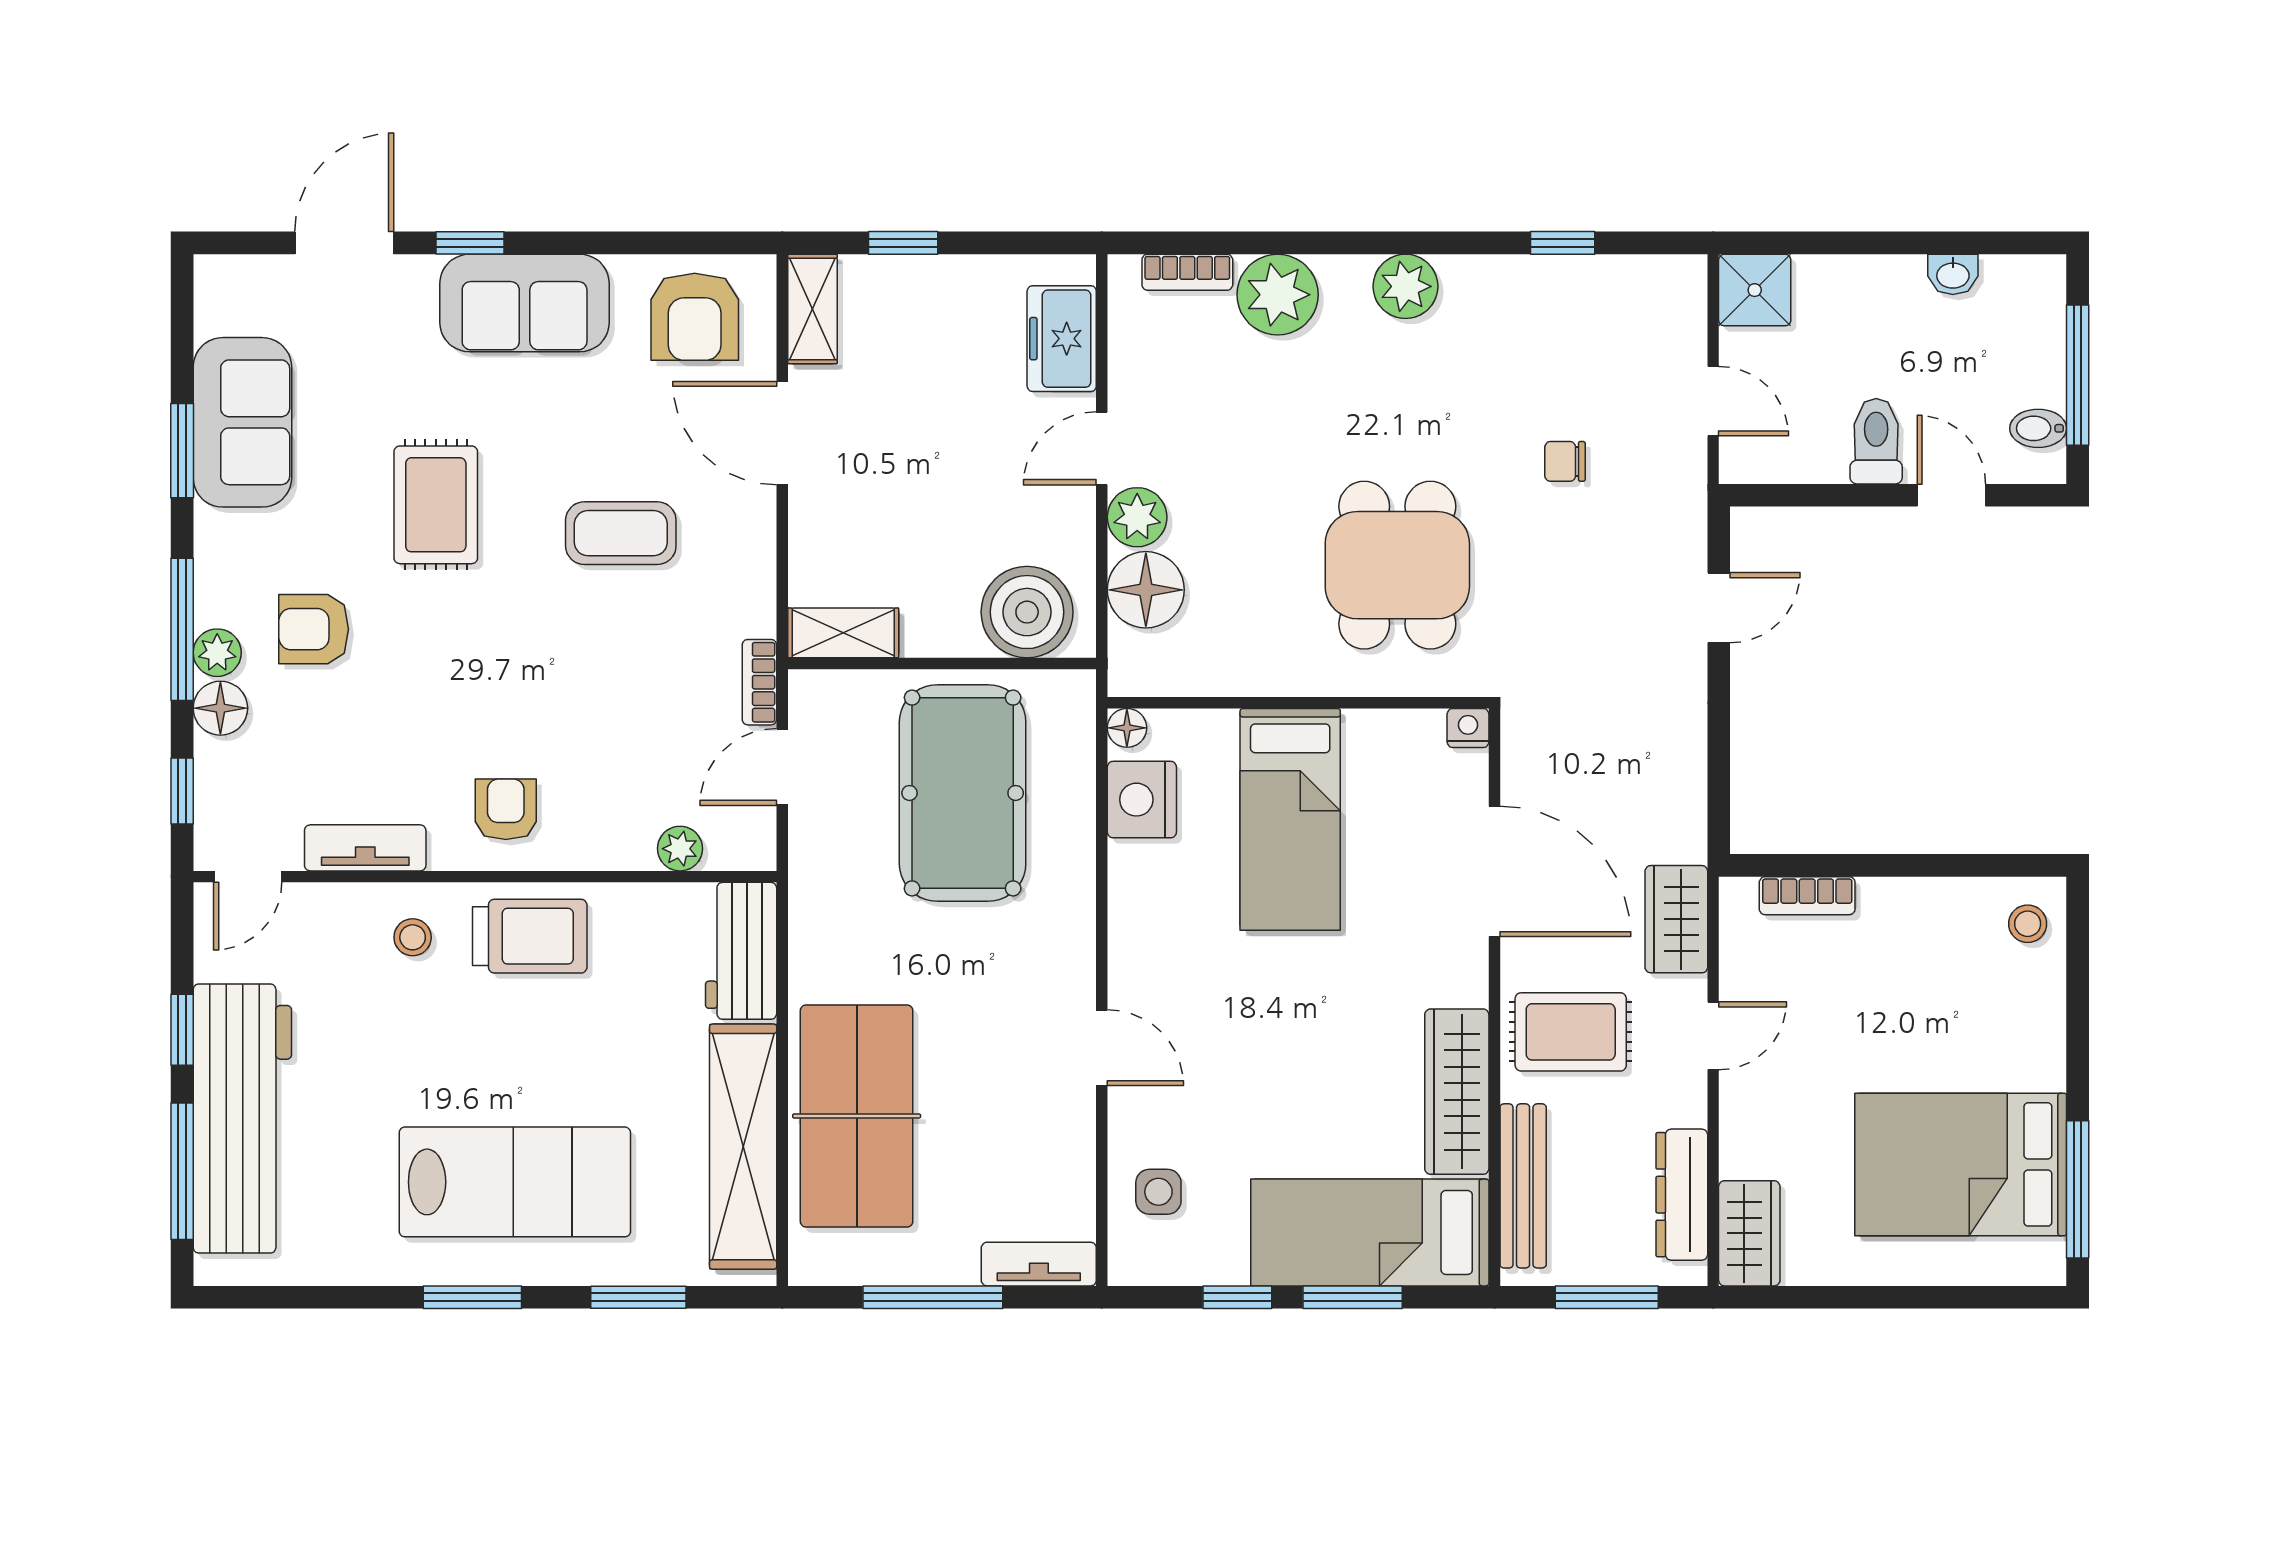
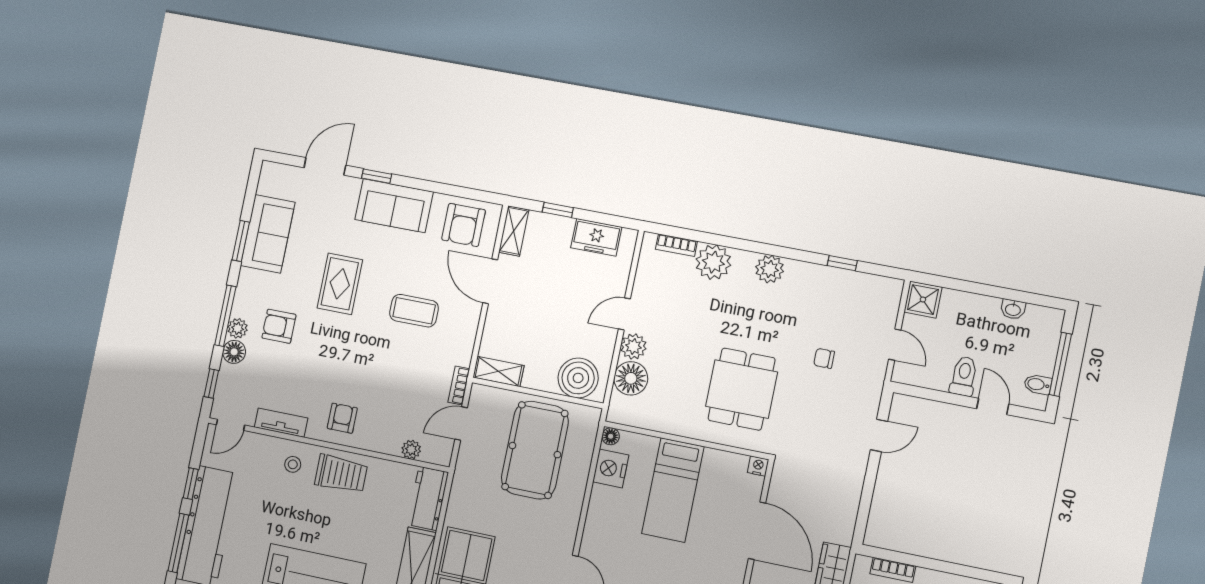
freezer: (1062, 339) -> (596, 237), moved, turned -90

